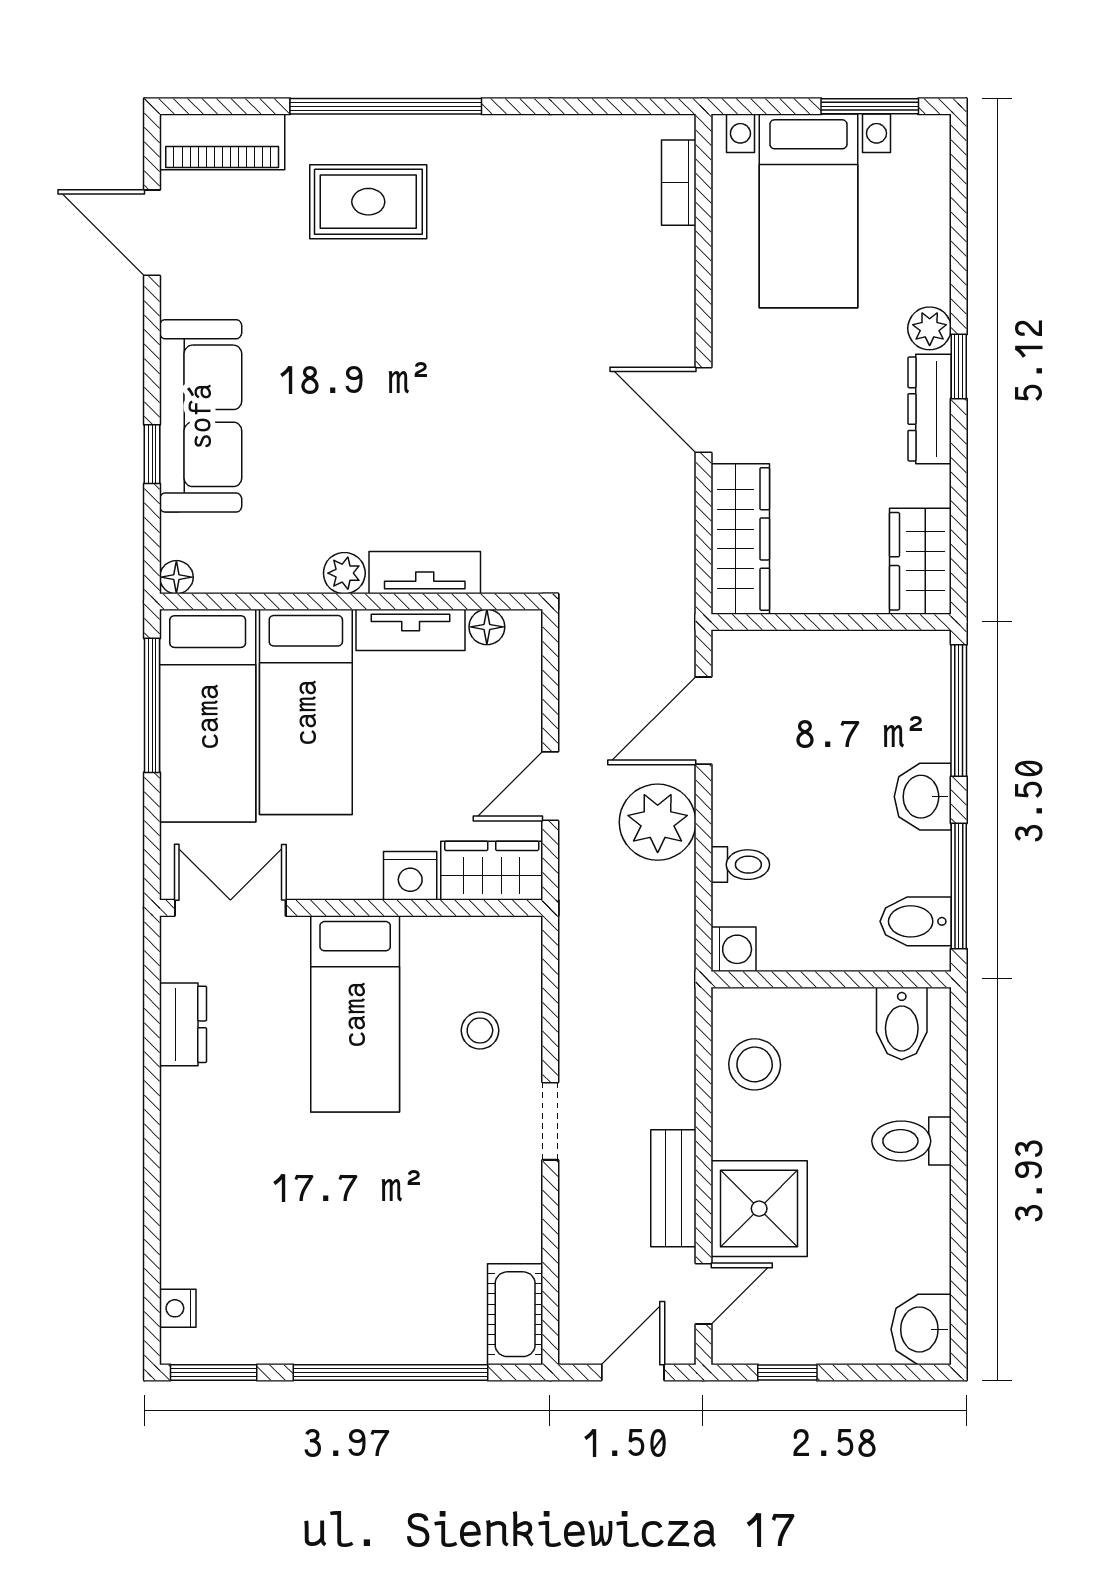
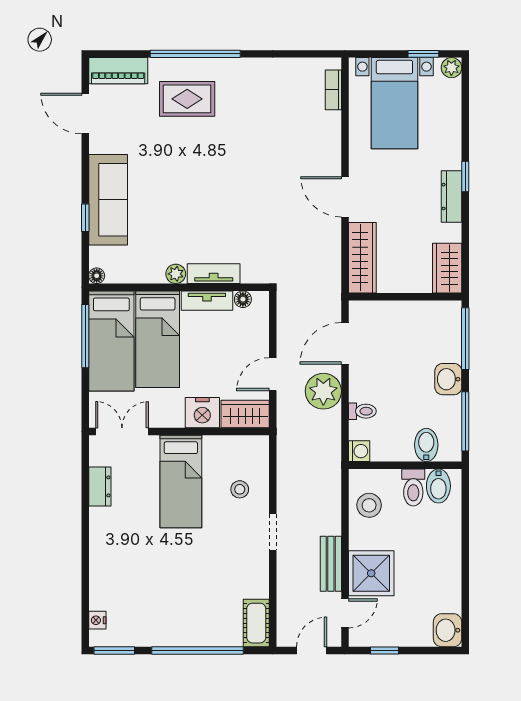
window: (870, 106) -> (423, 54), width x0.67
plant: (930, 328) -> (451, 68), moved
nightstand: (410, 876) -> (202, 413), width x1.36, depth x1.33
bidet: (916, 921) -> (426, 445), moved, turned 90
toilet: (912, 1141) -> (413, 488), moved, turned -90

